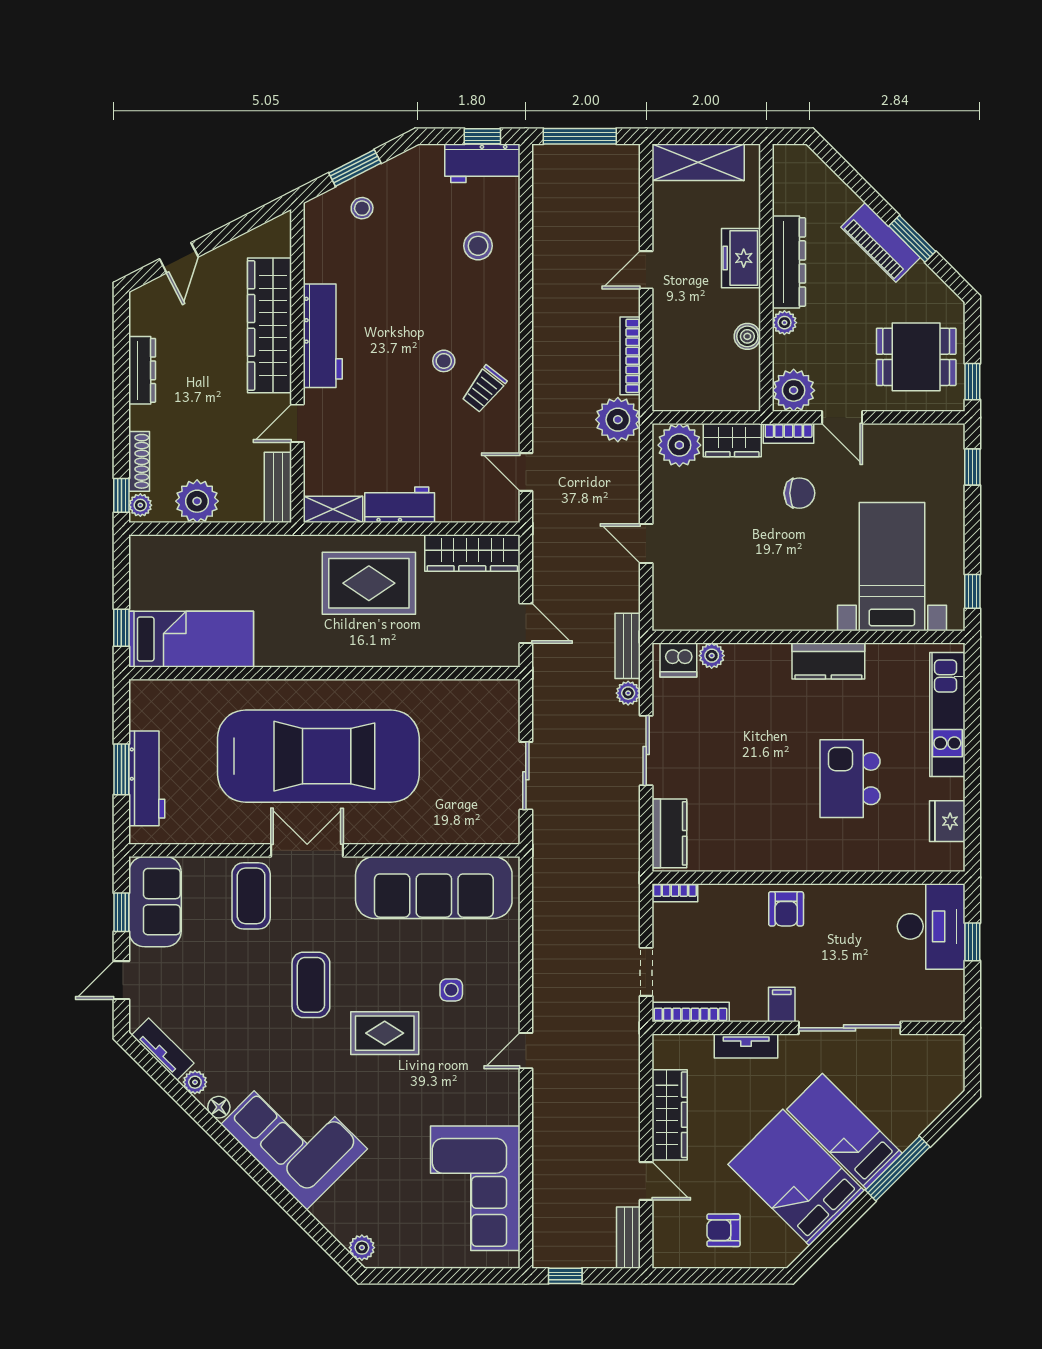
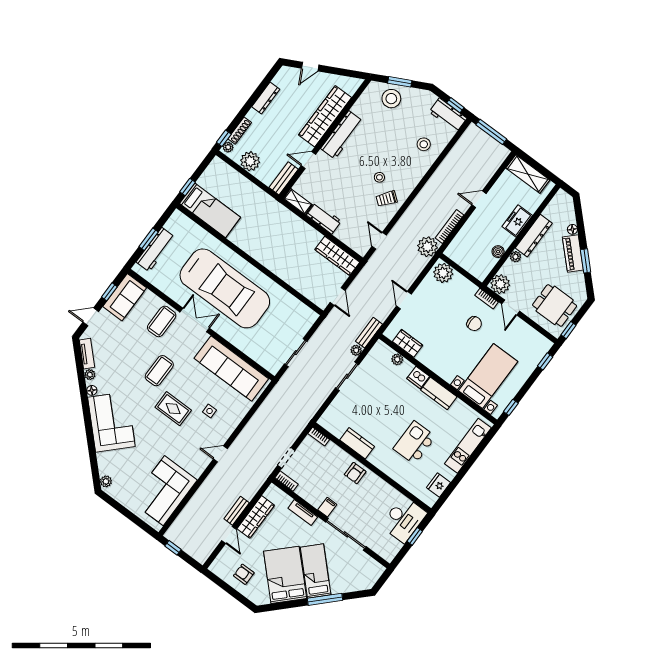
floor lamp: (848, 201) -> (572, 229), added
stool: (362, 208) -> (391, 99), width x1.89, depth x1.89
wardrobe: (732, 440) -> (408, 343), moved, turned 180
rug: (369, 583) -> (291, 239), removed
dishwasher: (678, 660) -> (418, 377), moved
kitchen counter: (669, 833) -> (357, 443), moved, turned -90
bookcase: (691, 1012) -> (287, 481), width x0.64
bench: (628, 1238) -> (237, 511), moved

